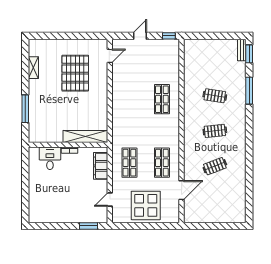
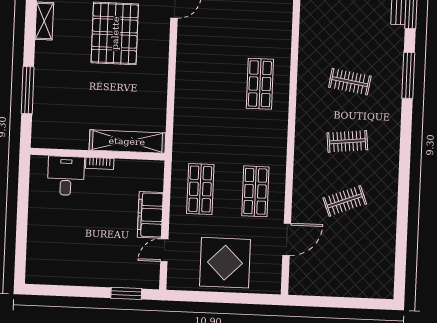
filing cabinet: (101, 166) -> (150, 215), moved

